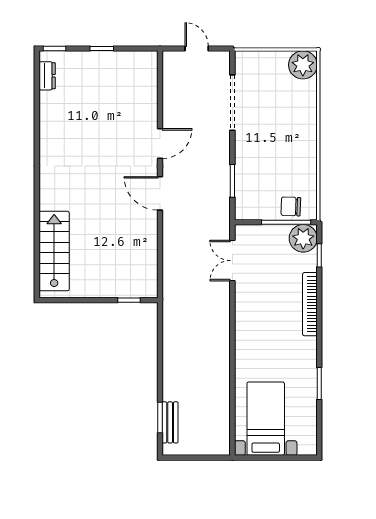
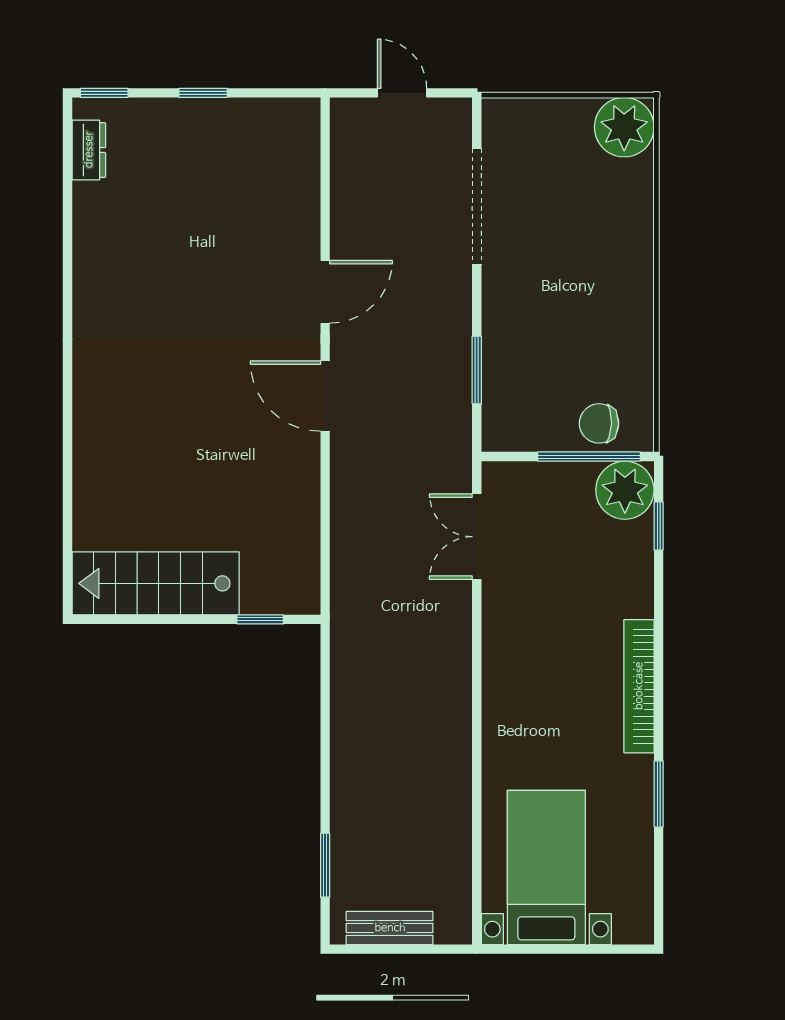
stairs: (54, 251) -> (156, 583), moved, turned -90
bookcase: (310, 304) -> (639, 686), moved
bench: (170, 422) -> (390, 928), moved, turned 90

